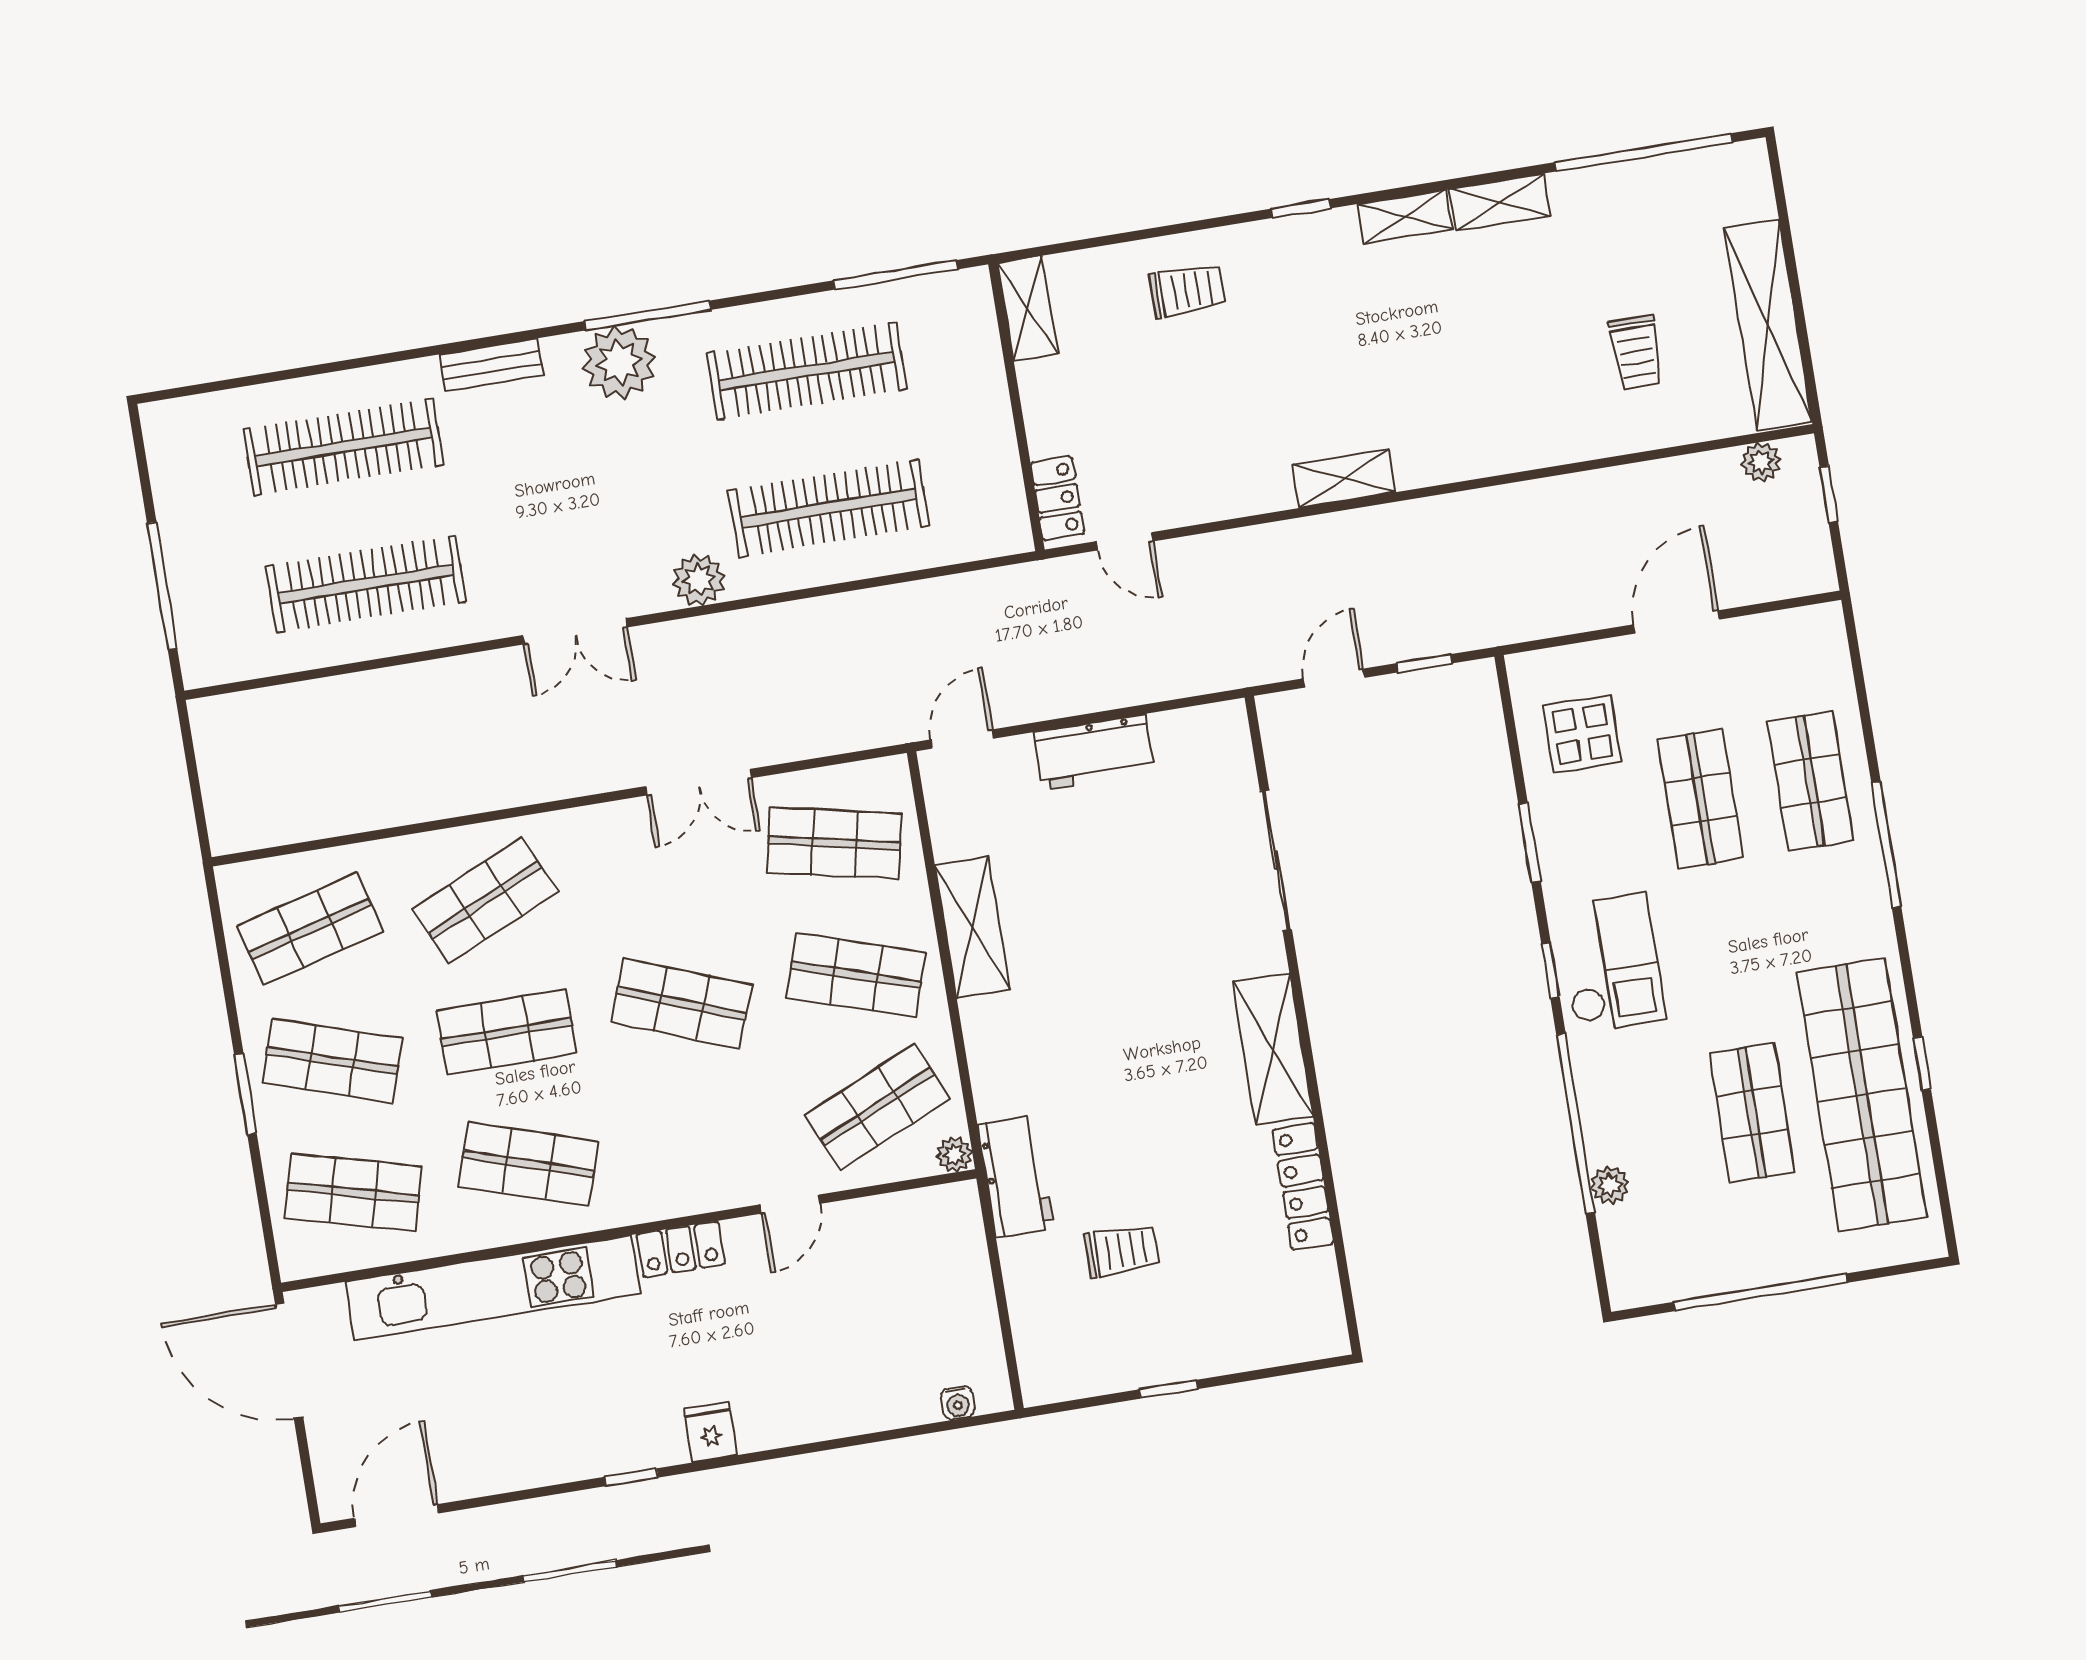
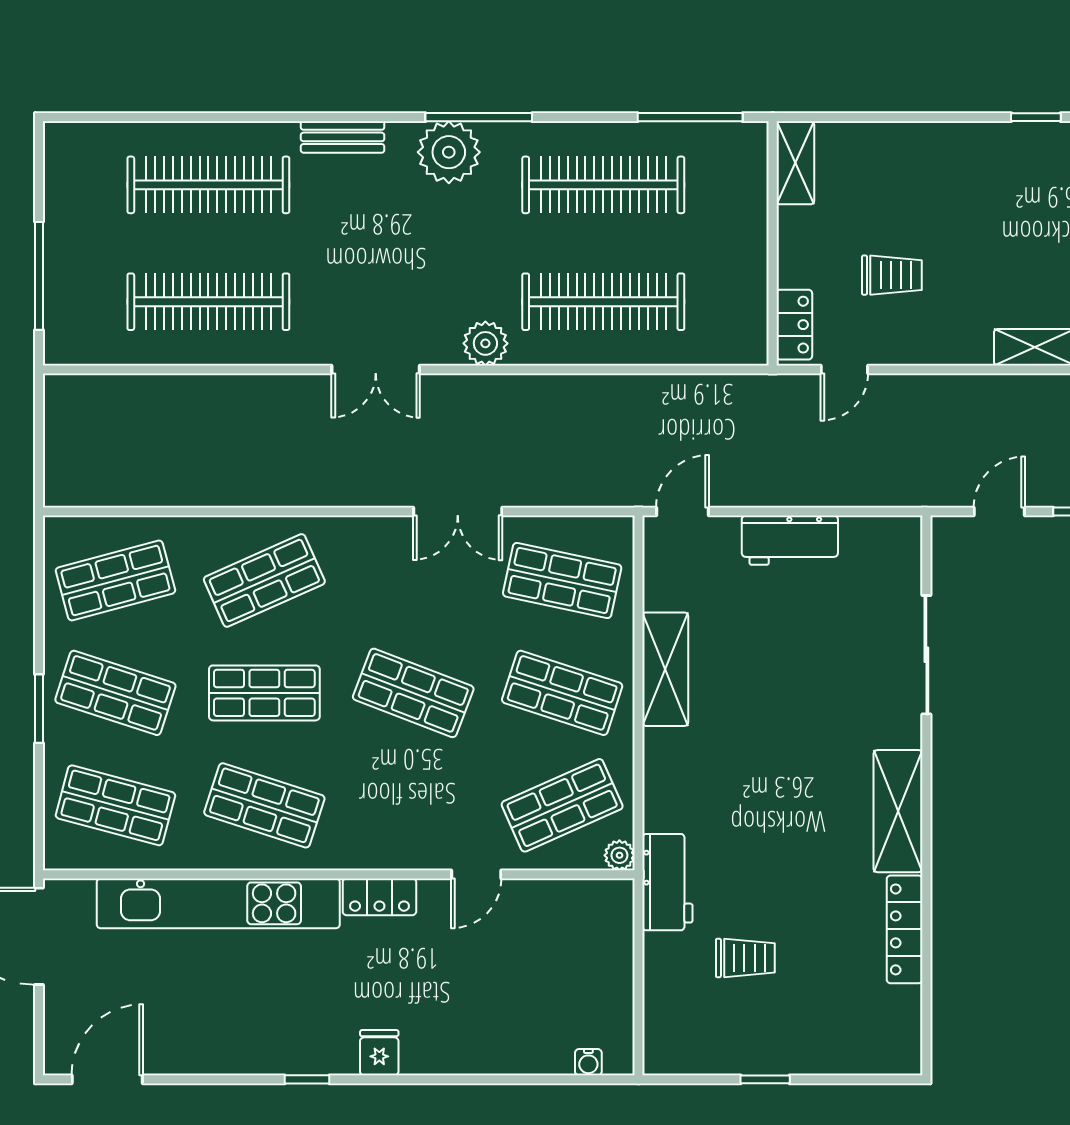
trolley: (1187, 291) -> (892, 275), moved
door: (1125, 541) -> (844, 370), hinge flipped

